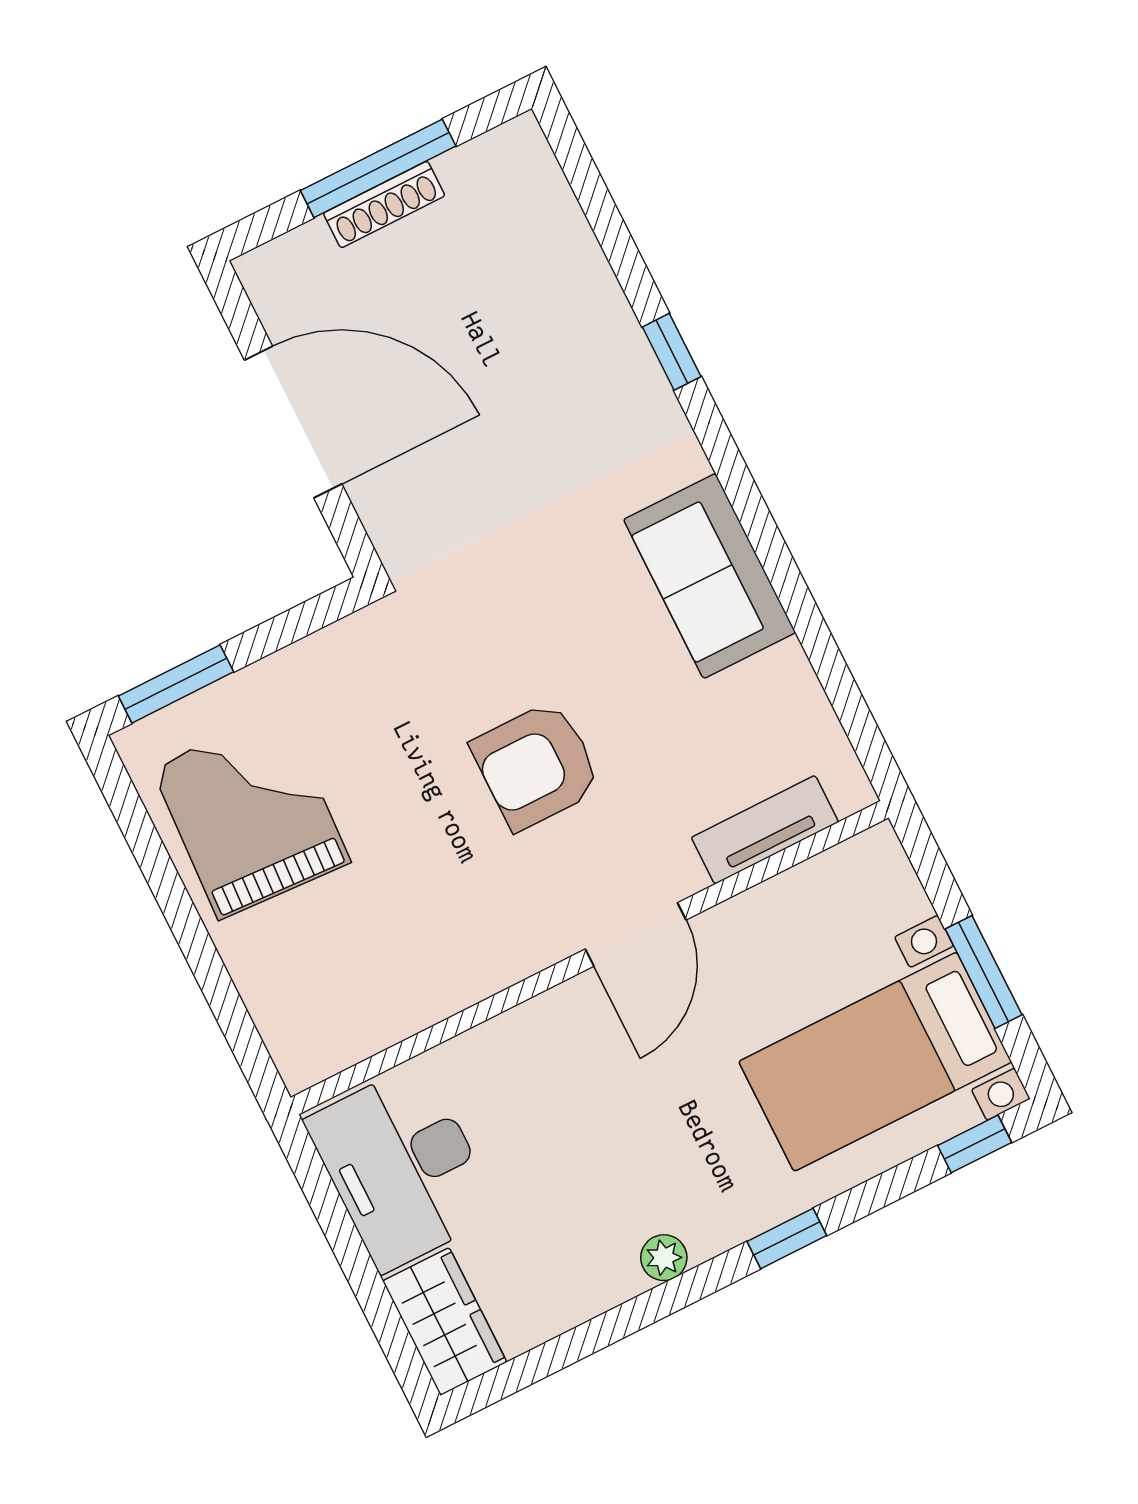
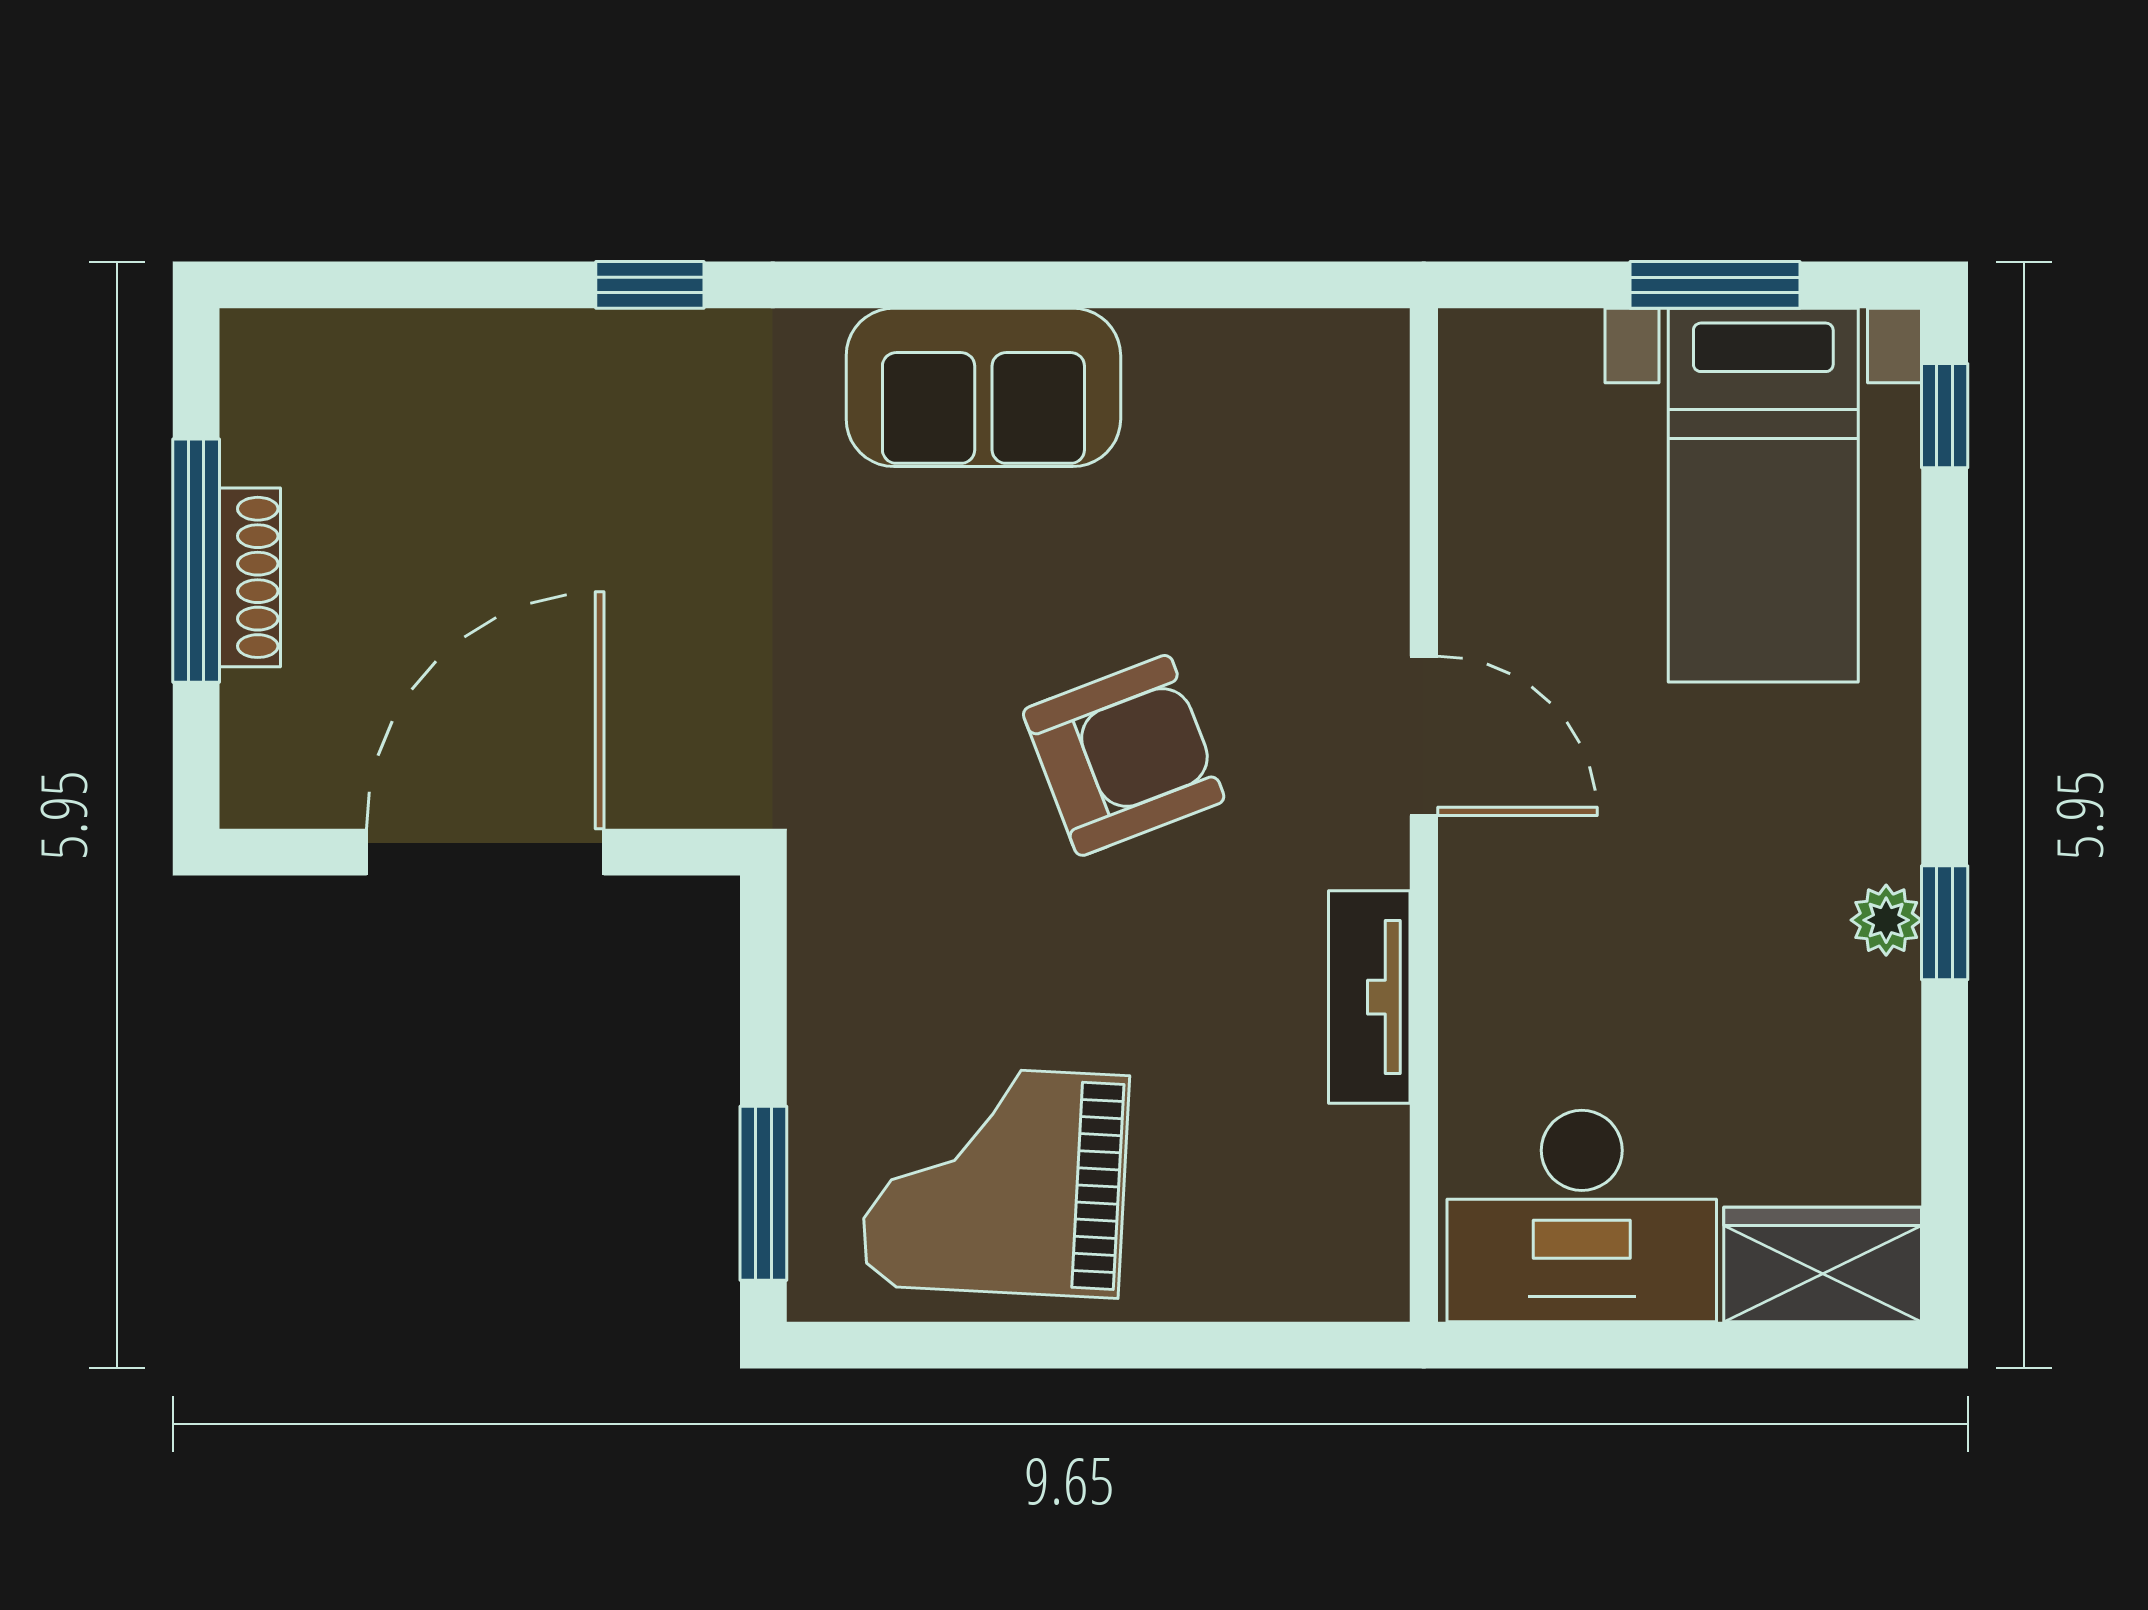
armchair: (536, 765) -> (1124, 755), turned -111
tv unit: (765, 830) -> (1369, 997), moved
window: (787, 1238) -> (1945, 923), moved

